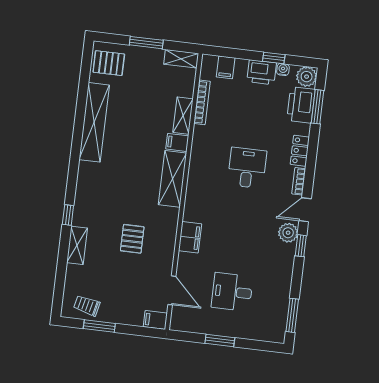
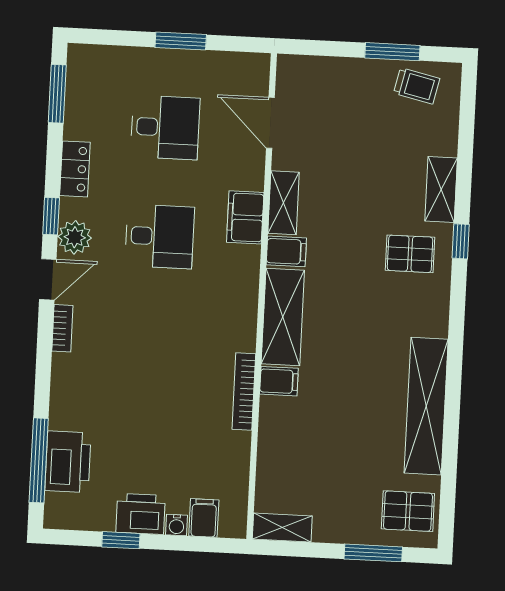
window: (146, 43) -> (373, 553), moved
water cooler: (283, 69) -> (177, 525), moved
plant: (307, 77) -> (62, 512), removed
bookcase: (202, 102) -> (244, 392), moved
window: (318, 107) -> (39, 460), width x1.44
shelving: (183, 116) -> (284, 203), moved
locker: (300, 151) -> (75, 169), moved
desk: (247, 168) -> (160, 236), moved, turned -90
pallet: (132, 239) -> (410, 254), moved, turned 90
filing cabinet: (155, 320) -> (286, 251), moved

